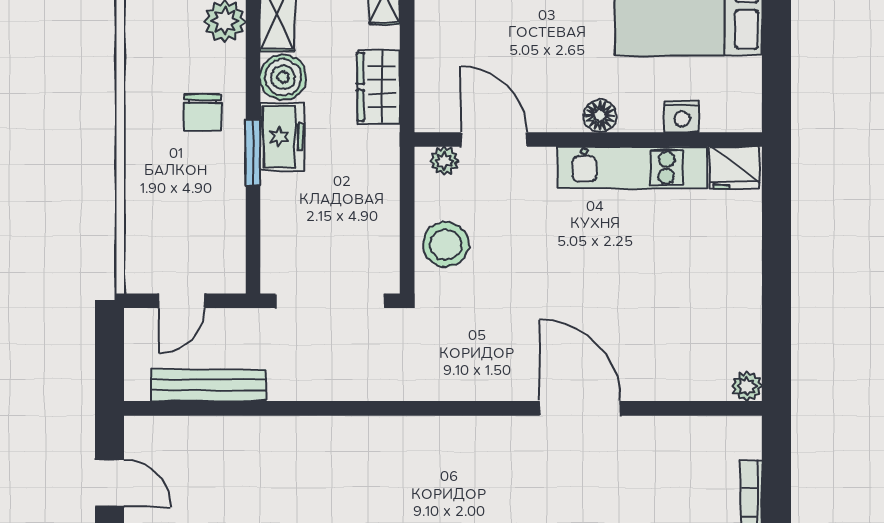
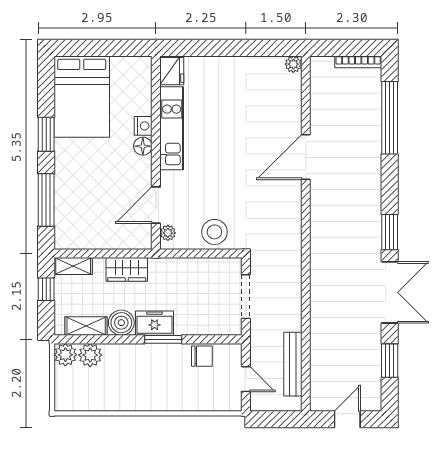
chair: (202, 113) -> (202, 356), moved
nightstand: (682, 117) -> (143, 126), moved
doorway: (330, 301) -> (246, 297), width x0.73

